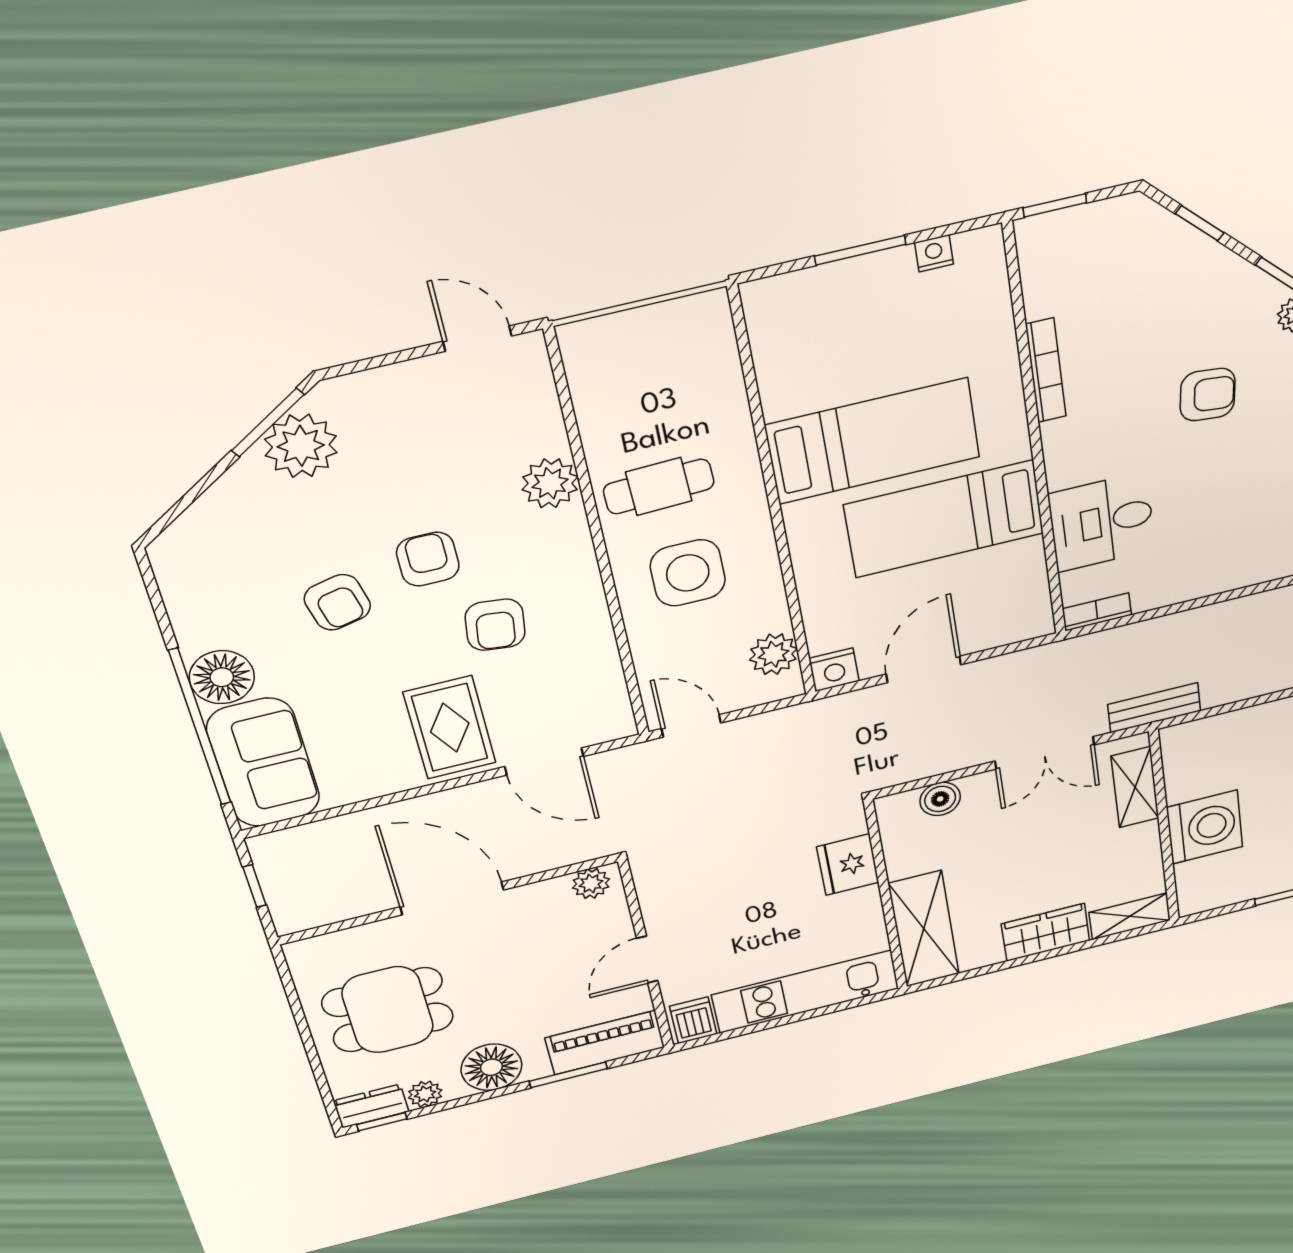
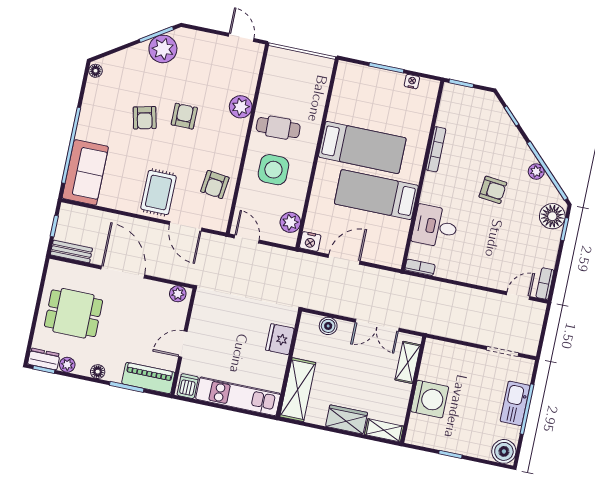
armchair: (495, 625) -> (215, 185), moved
floor lamp: (222, 677) -> (96, 71), moved, width x0.53, depth x0.53
bench: (1154, 708) -> (71, 252), moved
floor lamp: (491, 1067) -> (98, 372), width x0.53, depth x0.53

